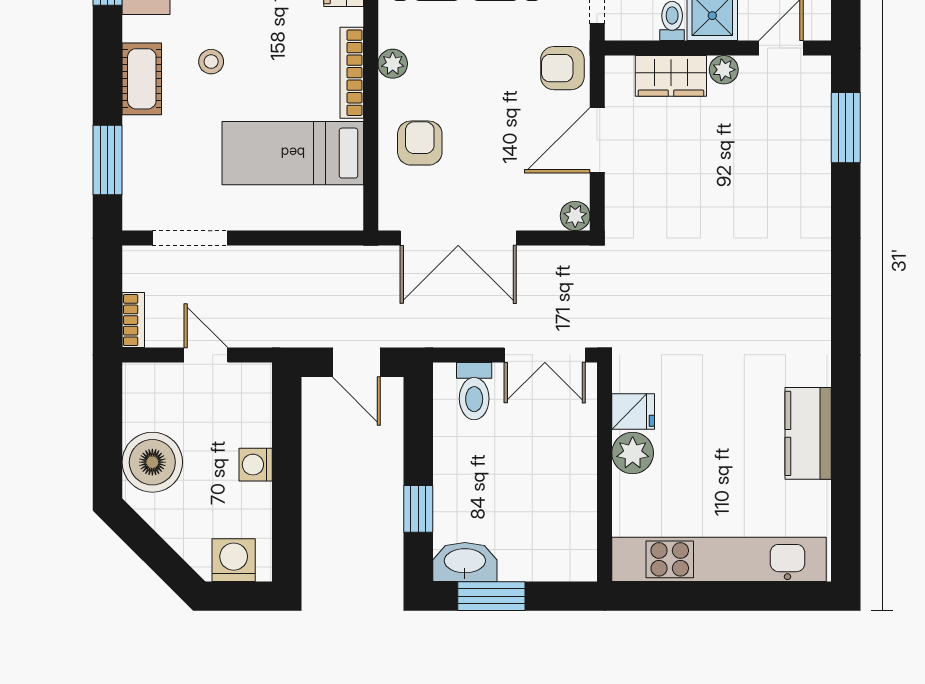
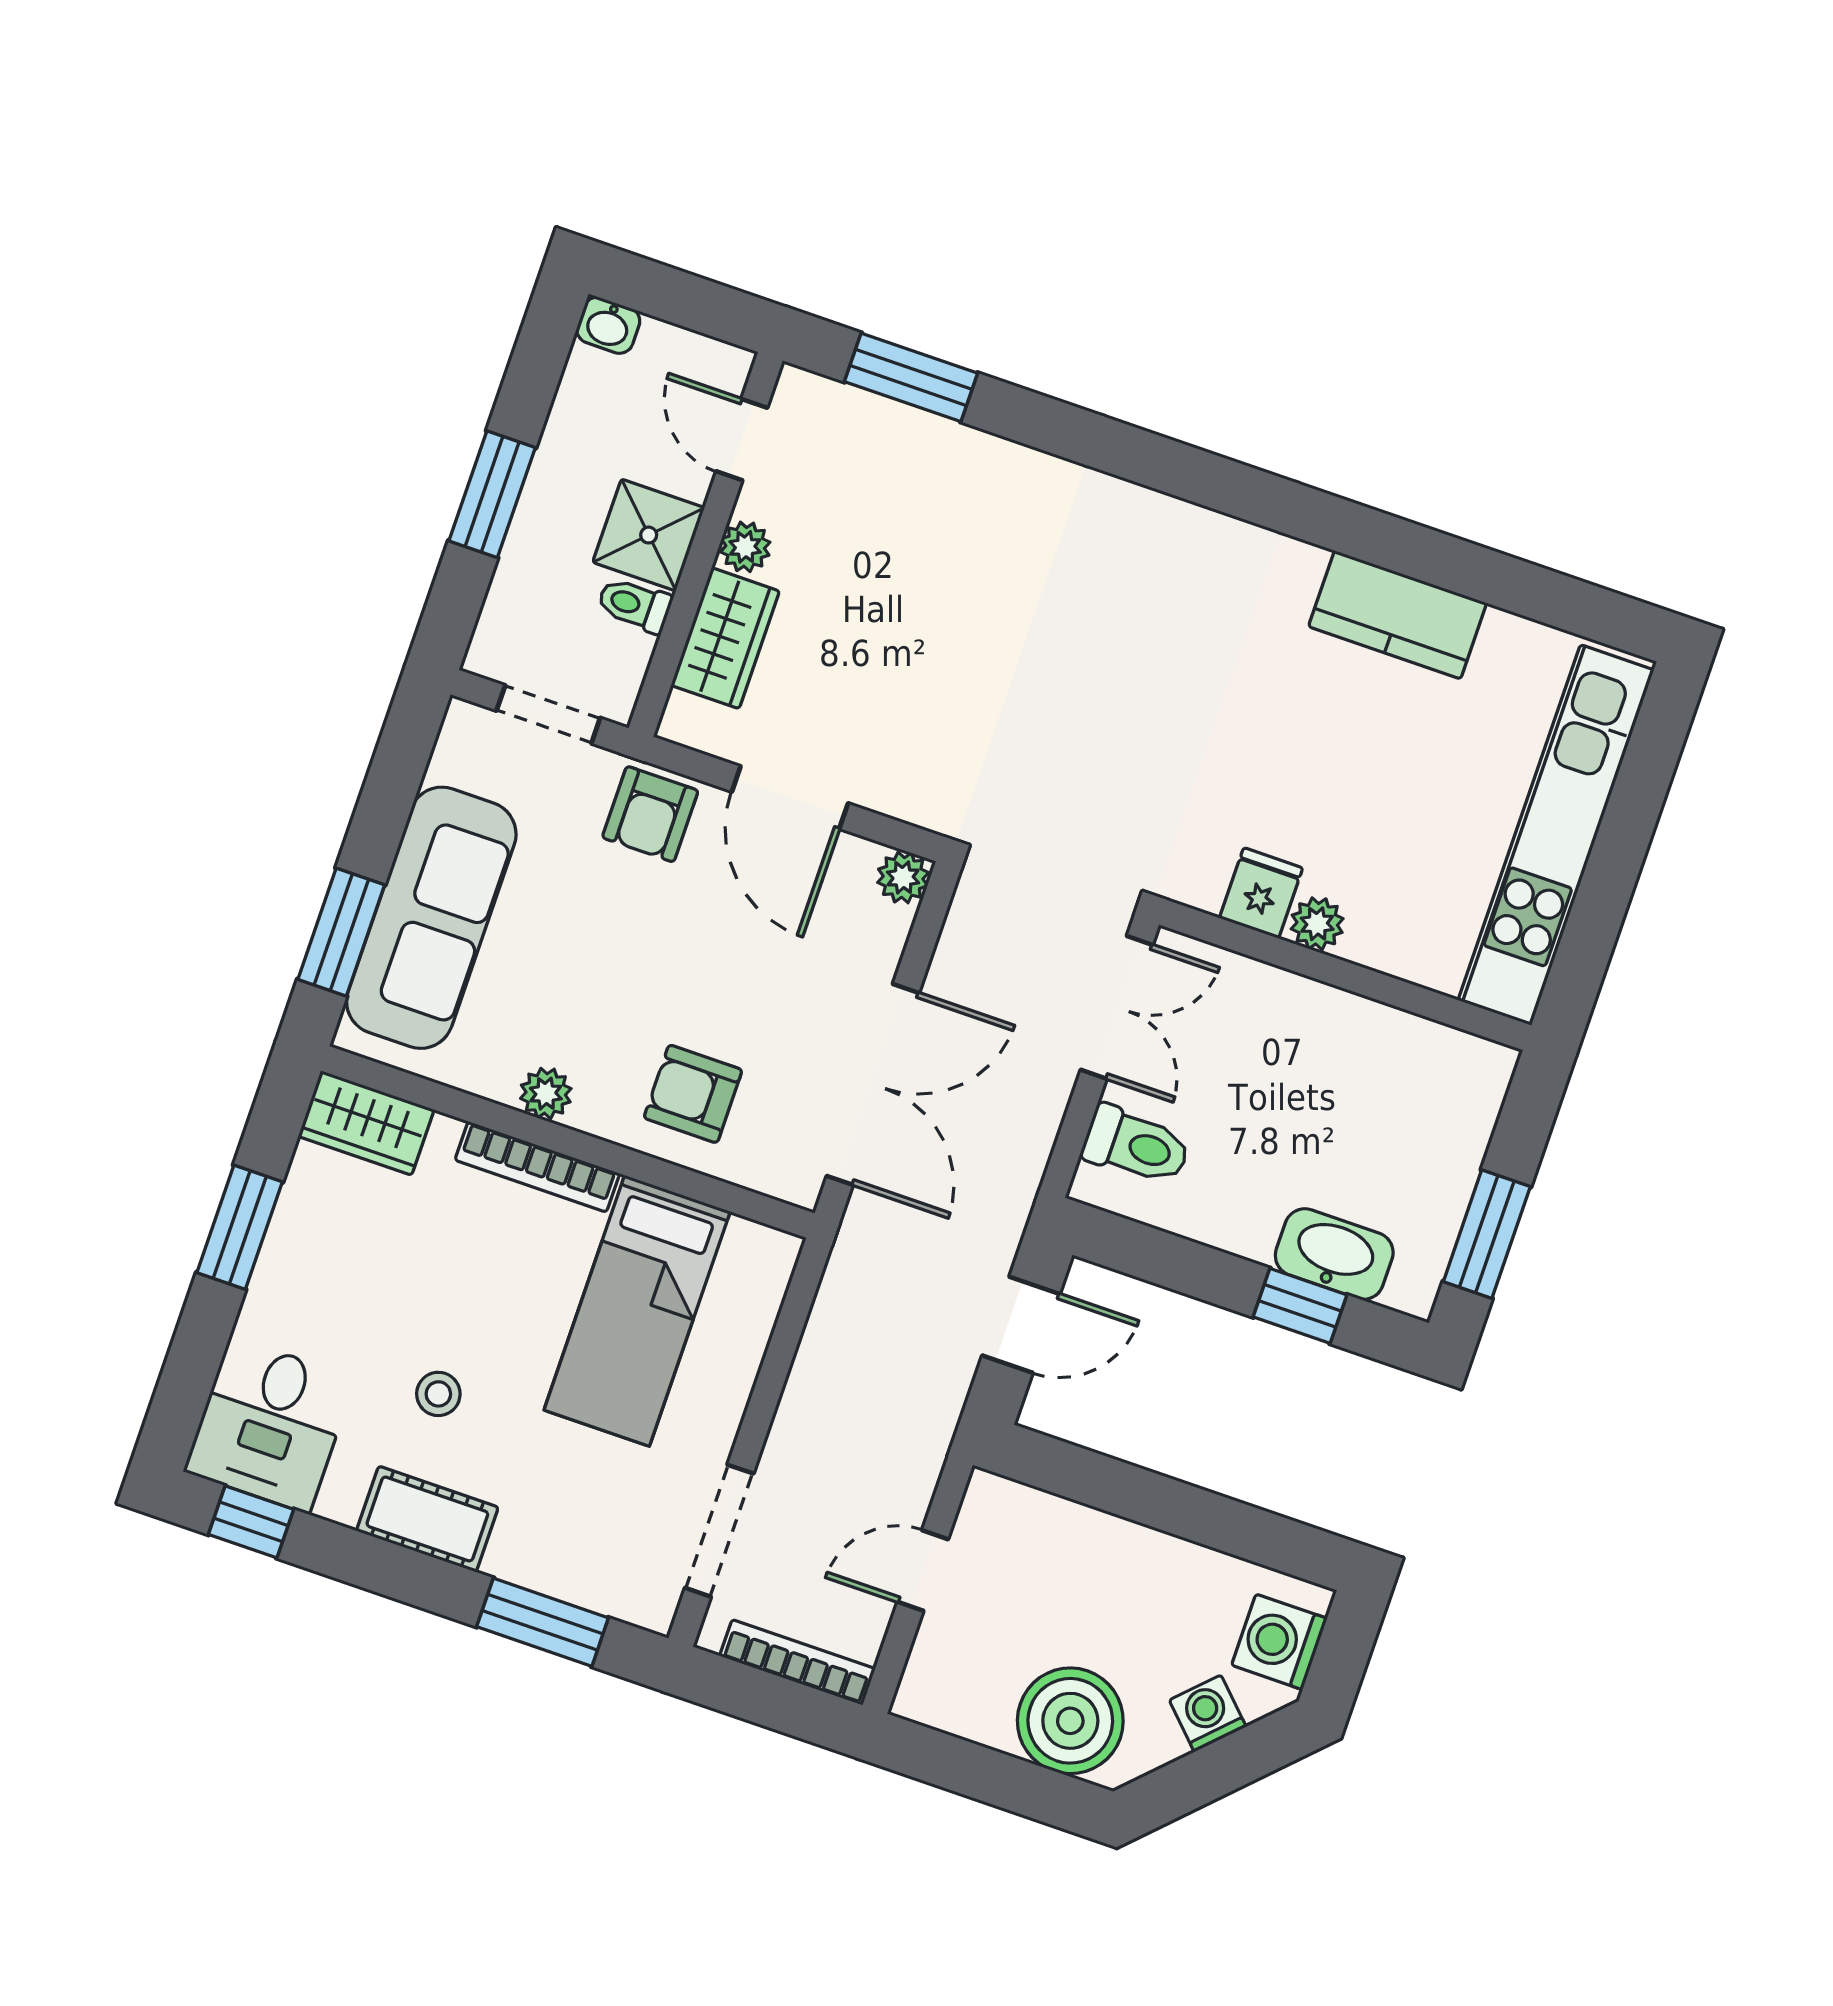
bookcase: (133, 320) -> (797, 1662), width x1.56
plant: (633, 453) -> (1317, 924), width x0.73, depth x0.73
washing machine: (256, 465) -> (1208, 1713), moved, turned 135
washbasin: (465, 562) -> (1334, 1254), moved, turned 90

